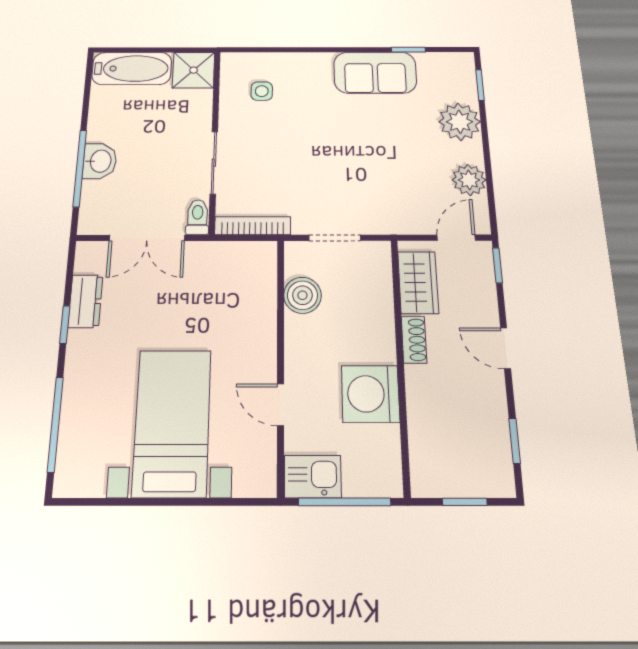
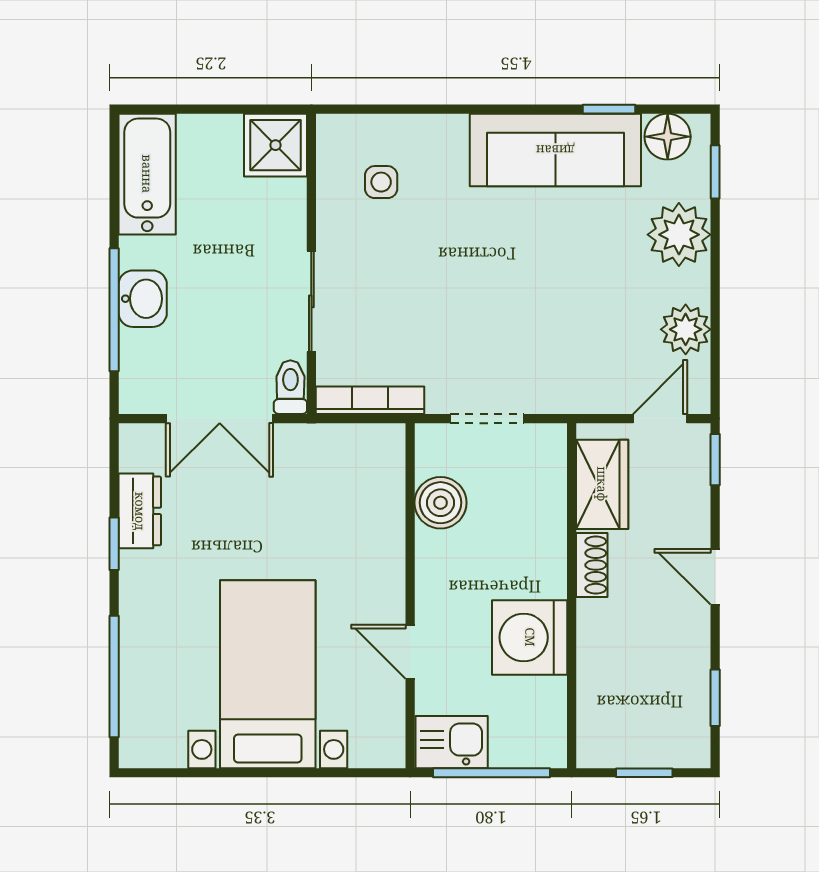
floor lamp: (447, 65) -> (668, 137), added
bathtub: (132, 68) -> (147, 174), moved, turned -90
sofa: (375, 73) -> (555, 150), width x1.36

